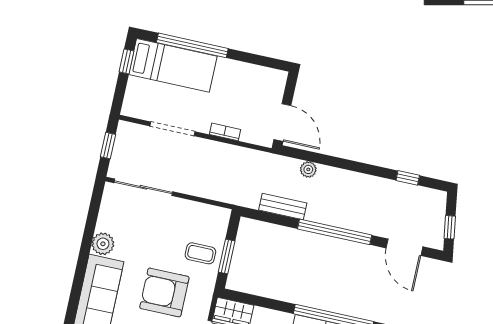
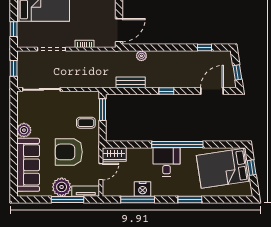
window: (126, 61) -> (14, 29), moved
door: (282, 123) -> (119, 30), hinge flipped
window: (335, 232) -> (166, 91), width x0.32
door: (404, 247) -> (212, 91), swing flipped
window: (227, 257) -> (103, 110), moved

